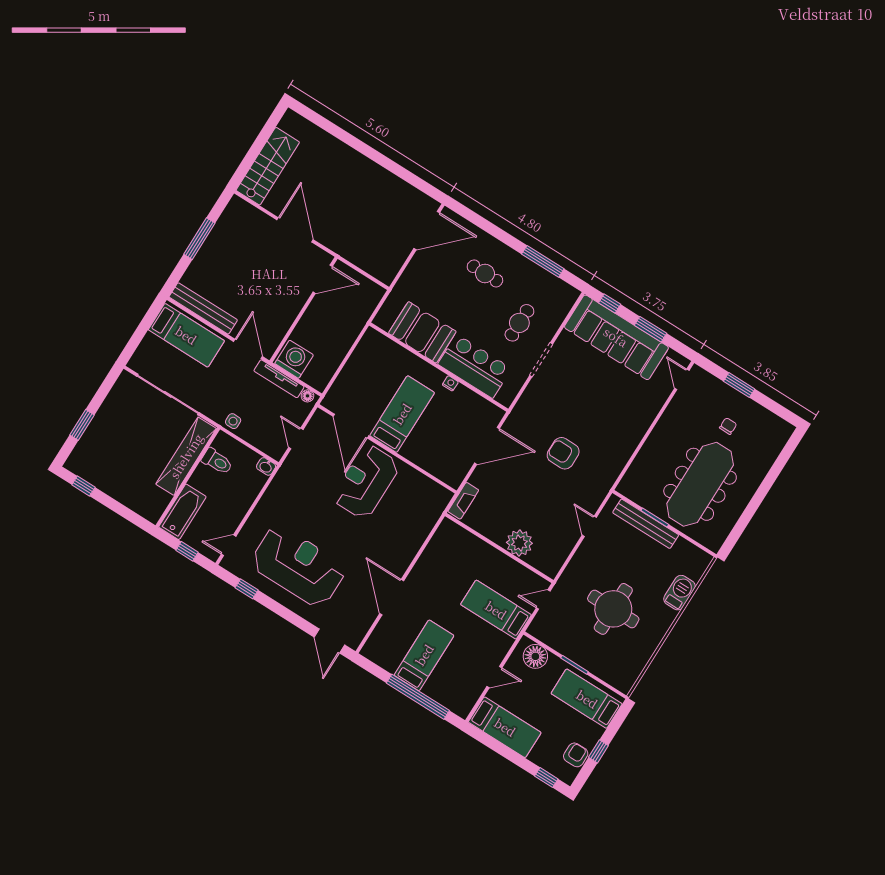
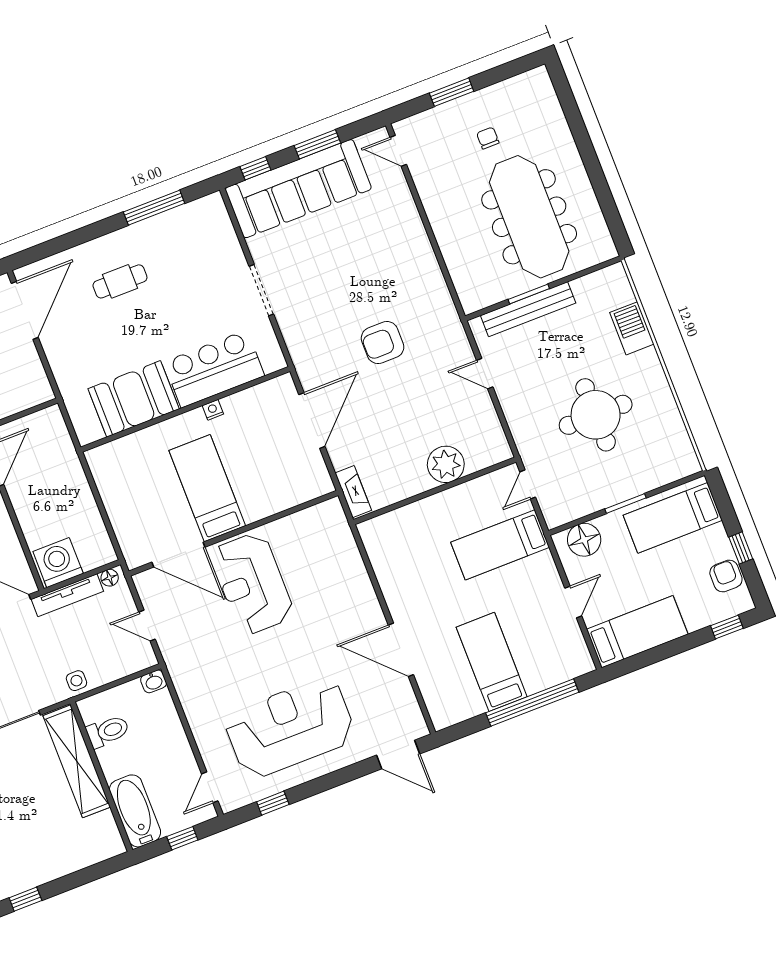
cafe table: (519, 323) -> (203, 284), removed

